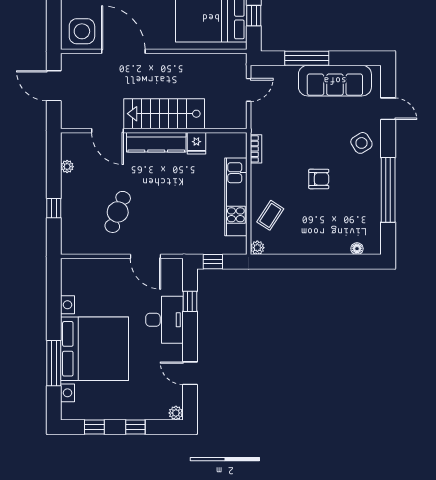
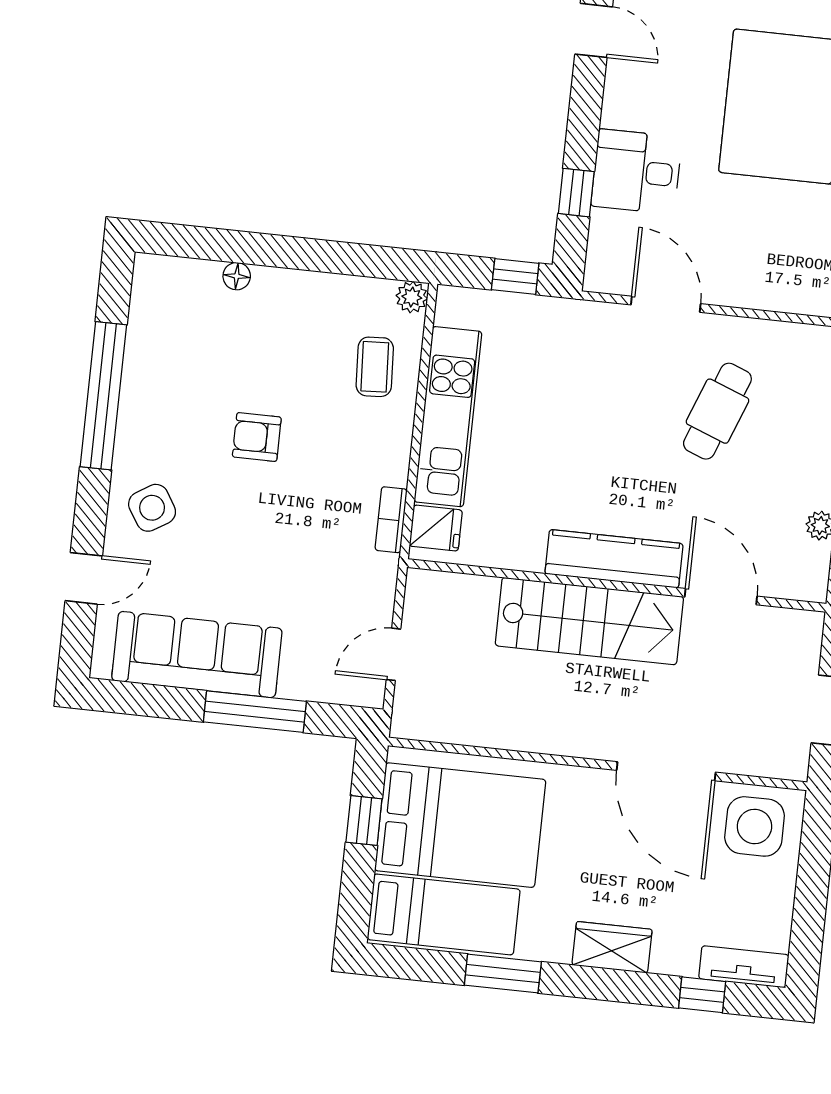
door: (388, 109) -> (84, 578), swing flipped
fridge: (196, 143) -> (436, 528), moved, turned 90
coffee table: (270, 215) -> (375, 367), turned -36
floor lamp: (357, 249) -> (237, 276), moved
desk: (164, 320) -> (636, 172), width x0.73

